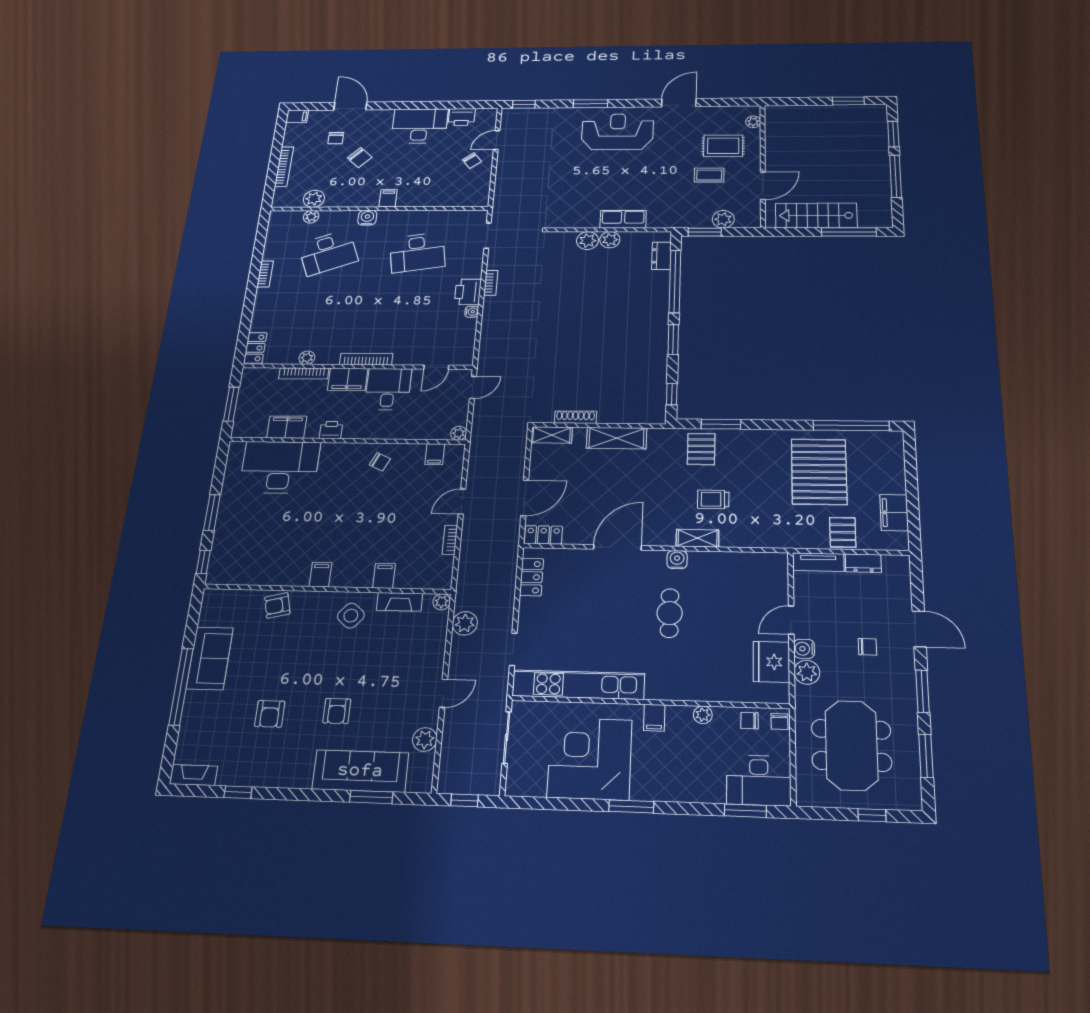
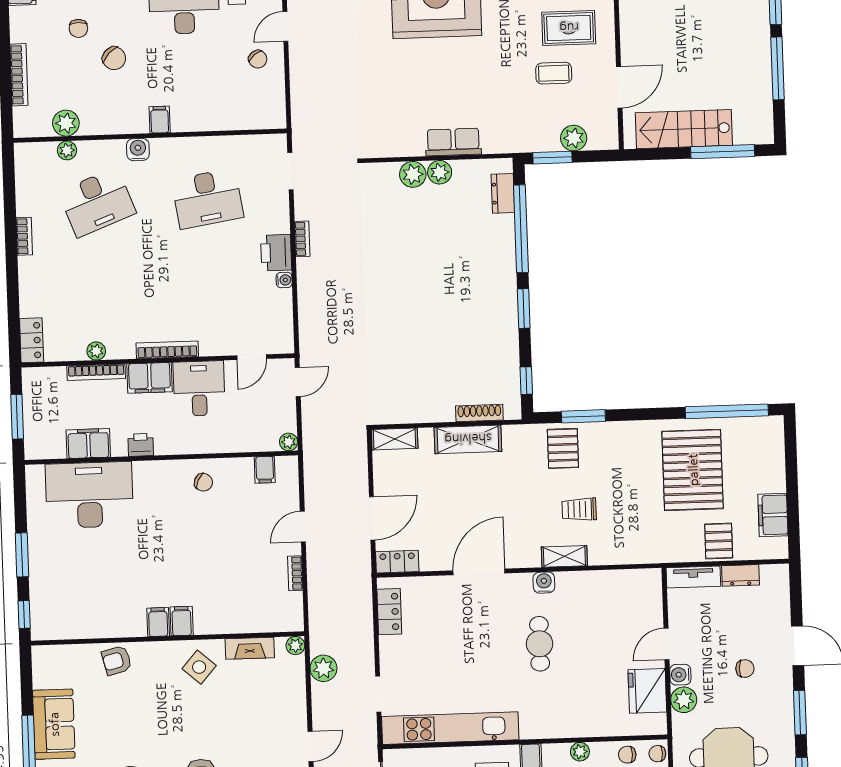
shoe rack: (575, 417) -> (479, 413), moved
filing cabinet: (384, 576) -> (182, 621), moved
chair: (779, 722) -> (657, 754), turned 90

